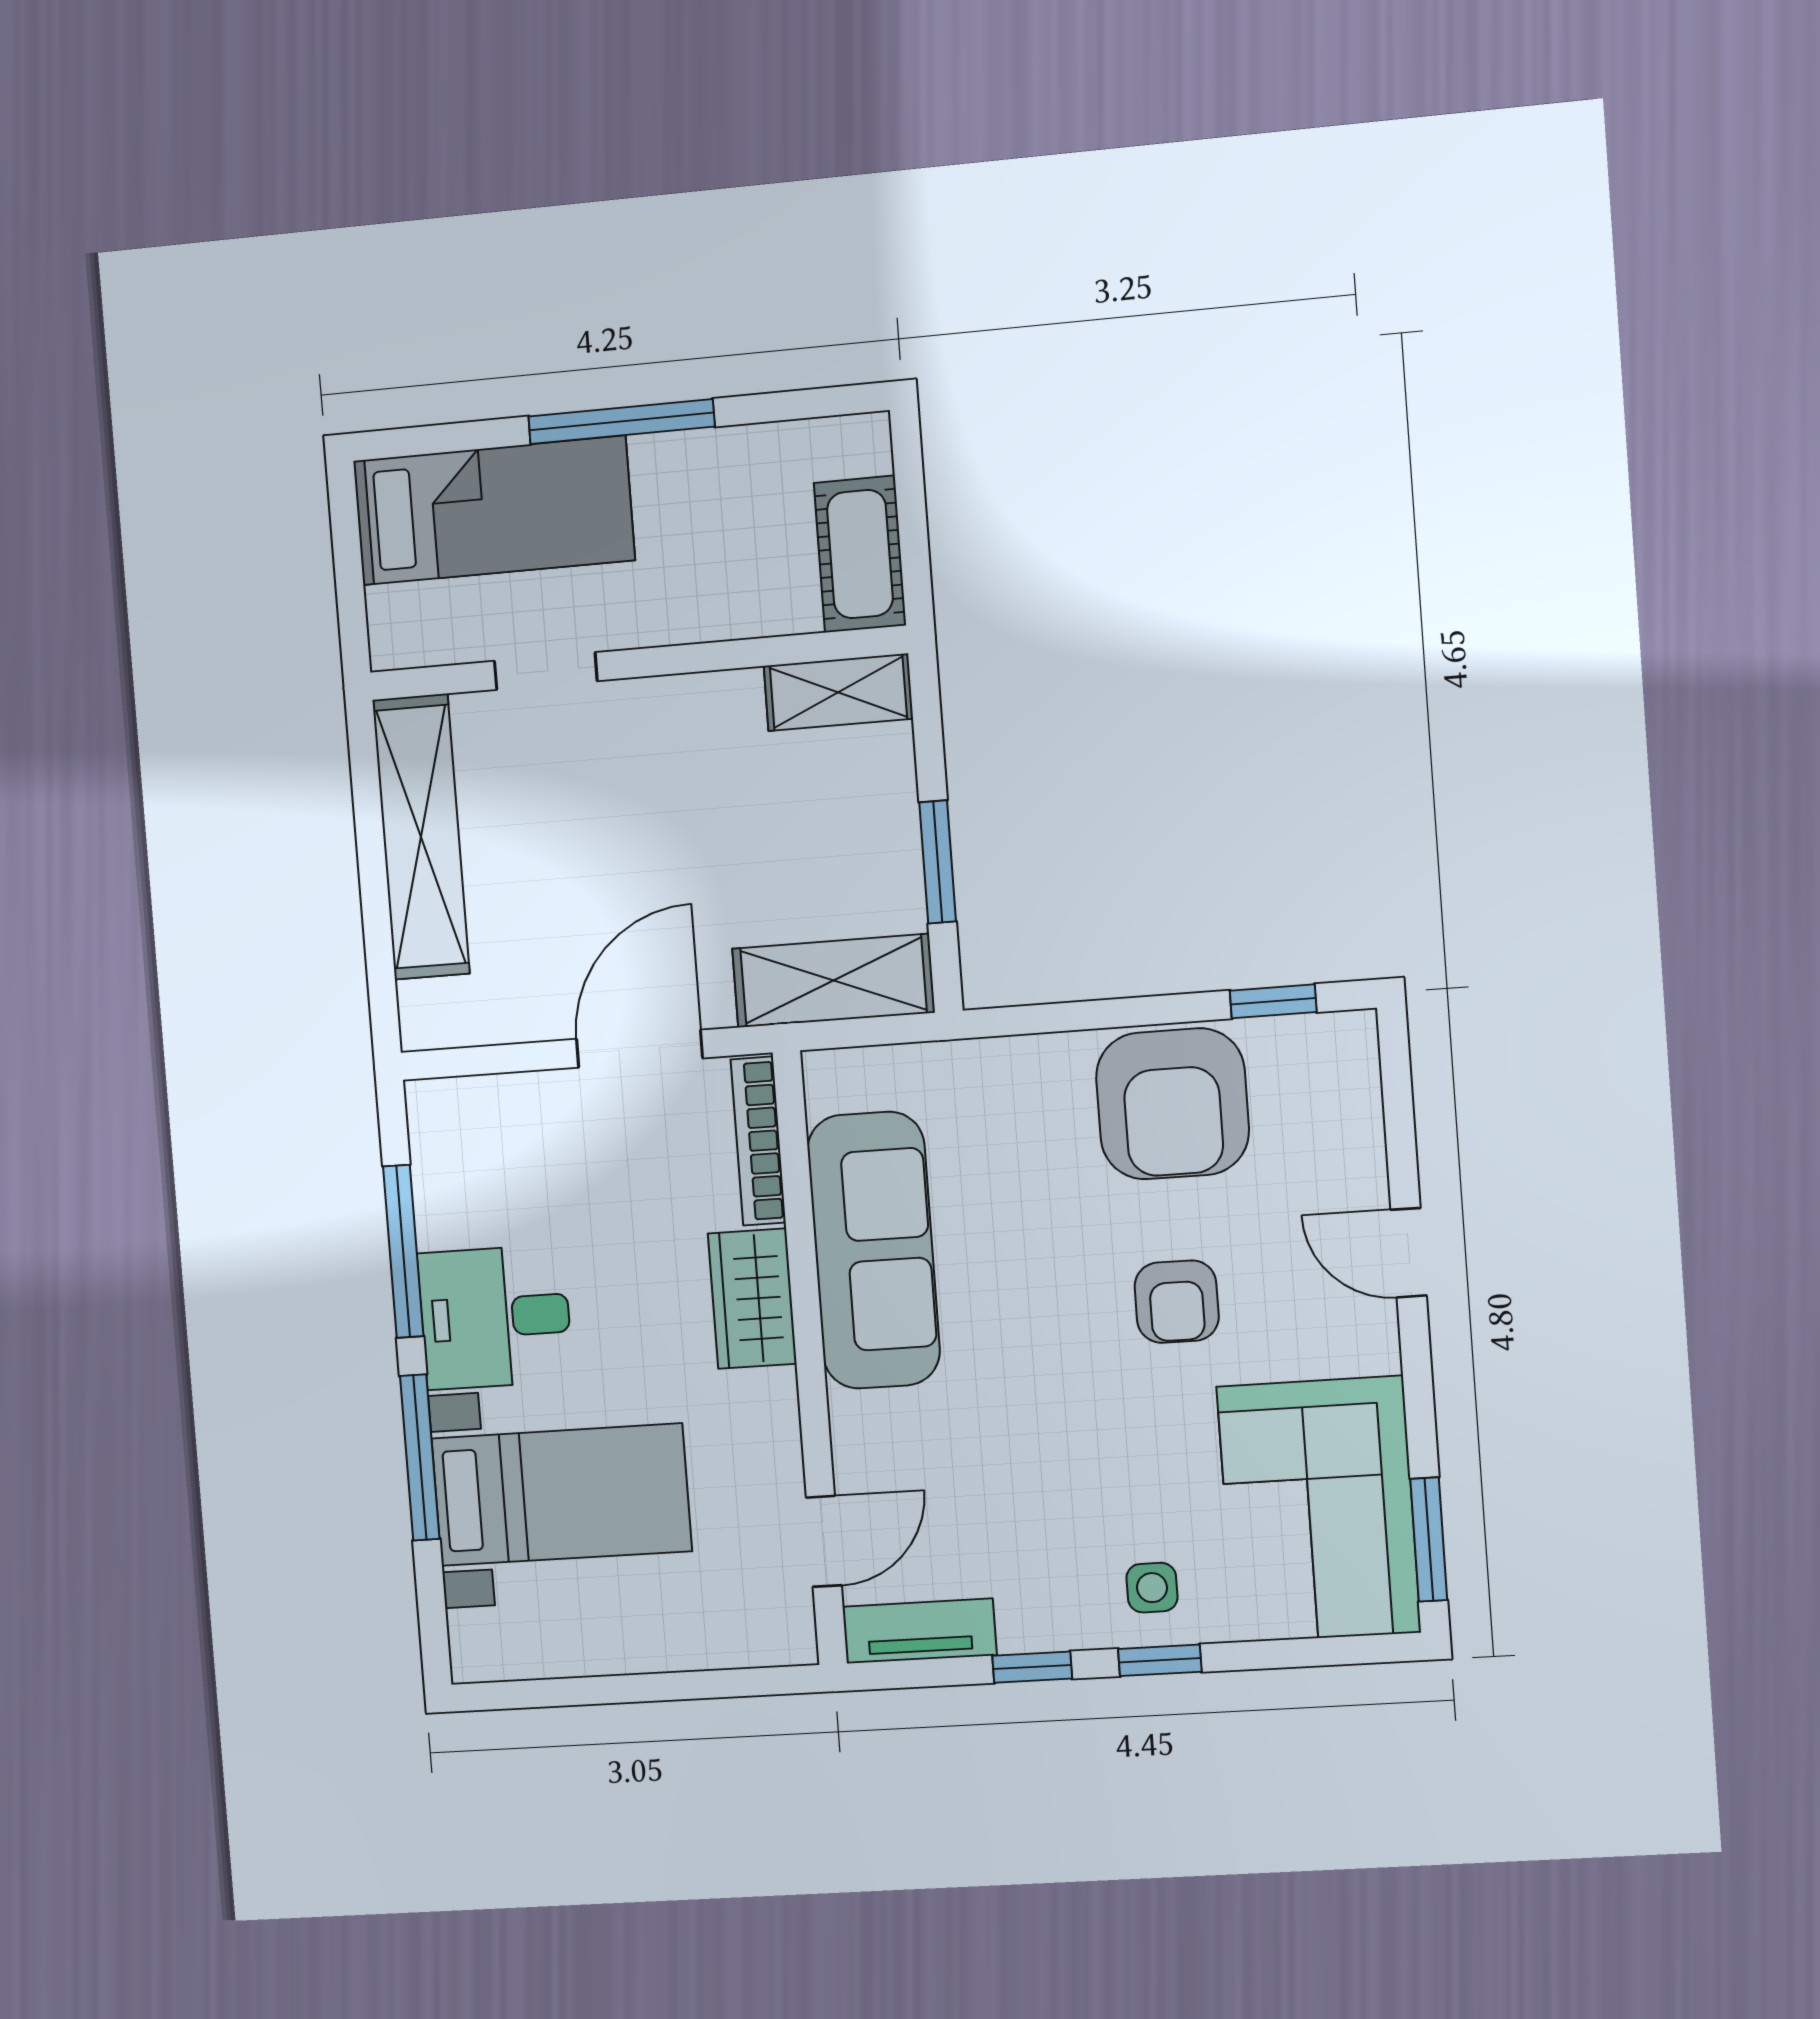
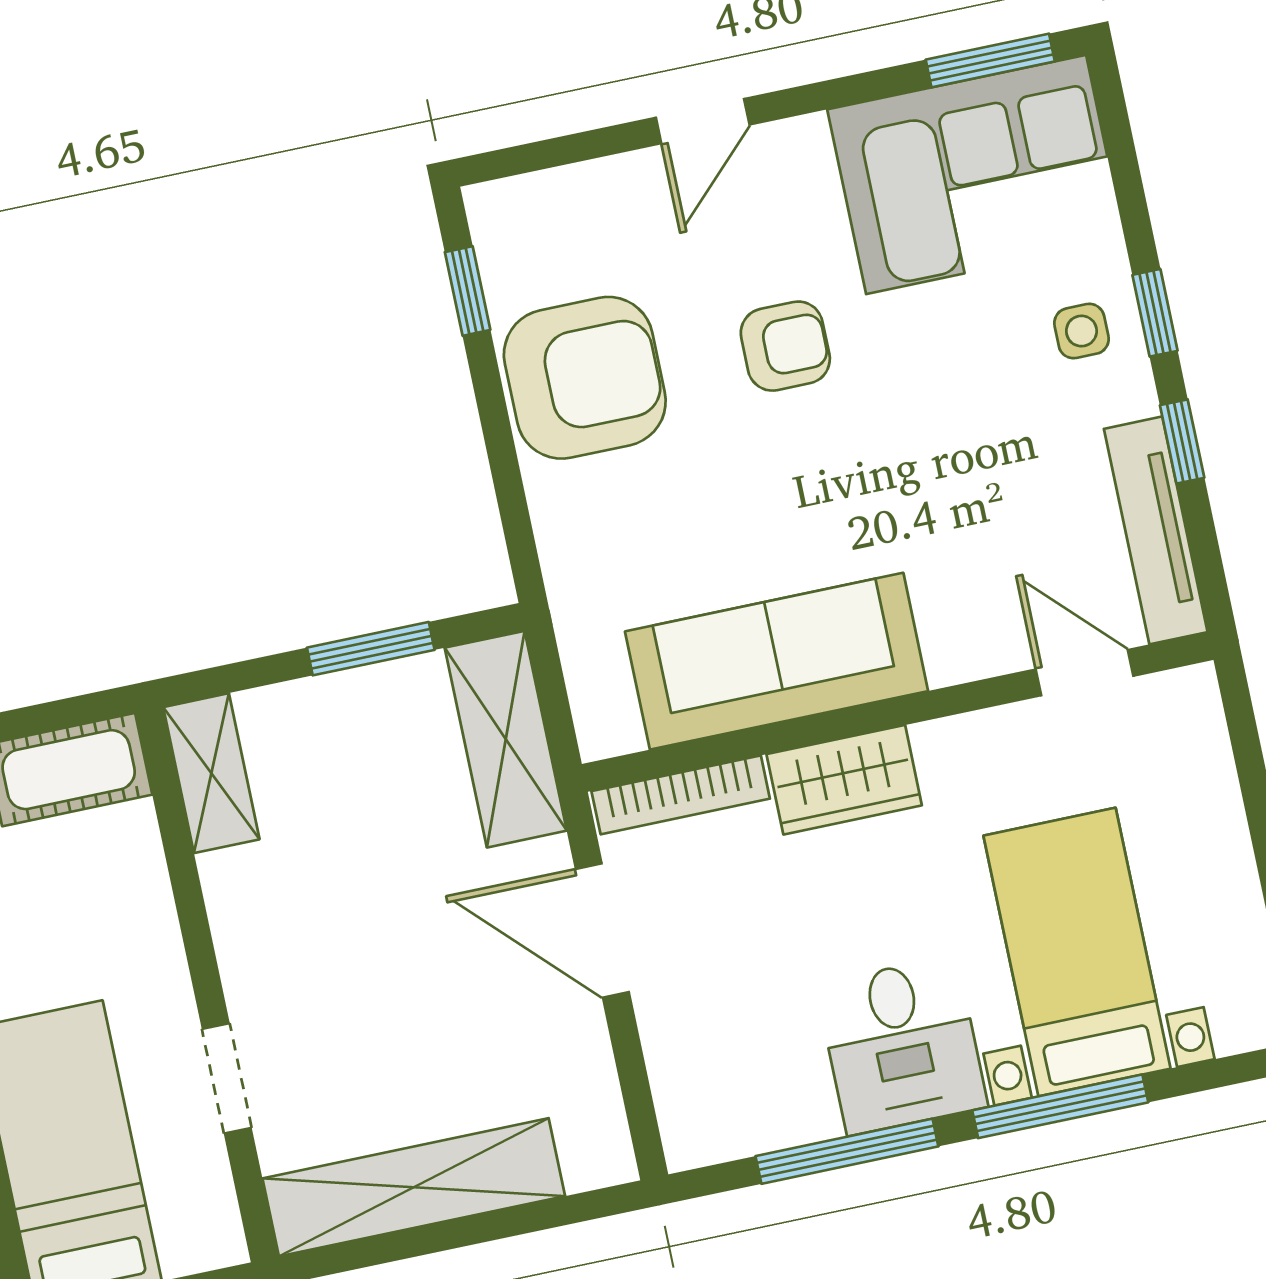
tv unit: (920, 1631) -> (1156, 530), width x1.41

